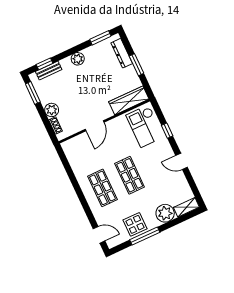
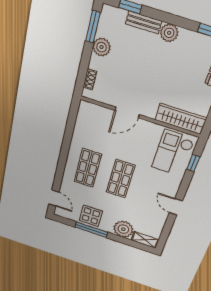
bench: (49, 71) -> (144, 22), moved
plant: (52, 110) -> (102, 47), moved
window: (167, 131) -> (193, 163), moved

